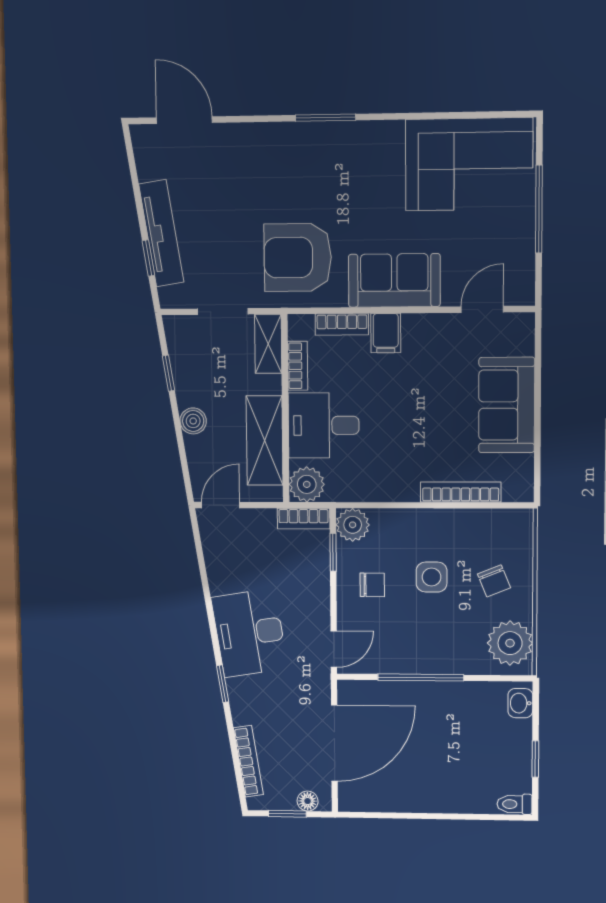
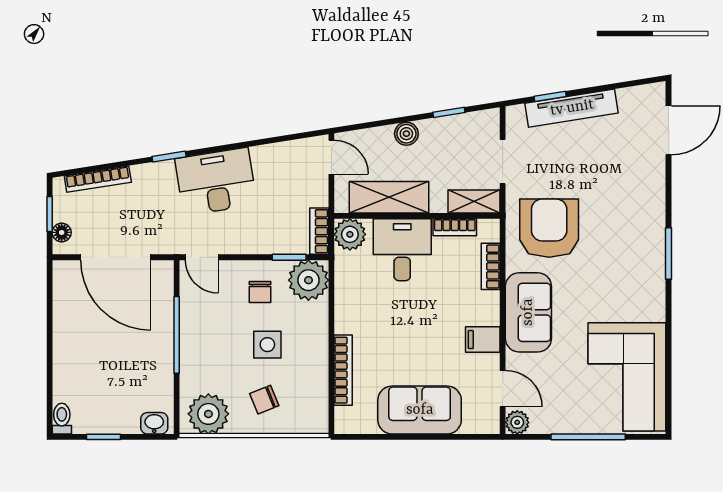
plant: (521, 292) -> (517, 422), added
filing cabinet: (386, 333) -> (483, 340), moved
plant: (353, 525) -> (308, 280), width x1.36, depth x1.36

